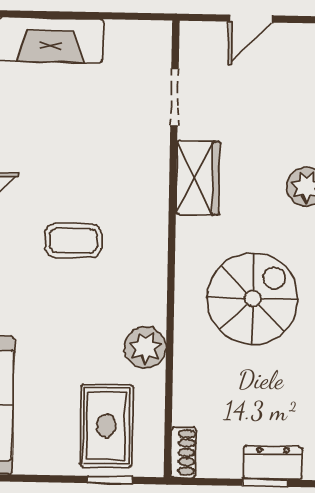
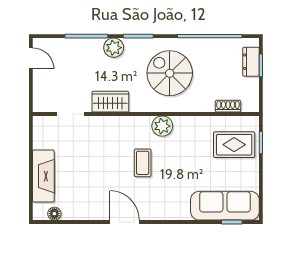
door: (251, 19) -> (31, 58), moved
plant: (145, 347) -> (162, 126), moved
shoe rack: (183, 452) -> (228, 106), moved

